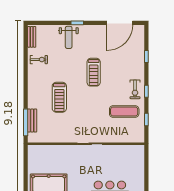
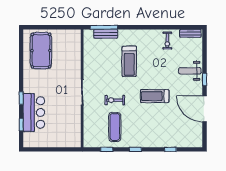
door: (120, 23) -> (205, 109), moved
exercise bike: (135, 89) -> (115, 100), moved
treadmill: (59, 97) -> (129, 61), turned -90

